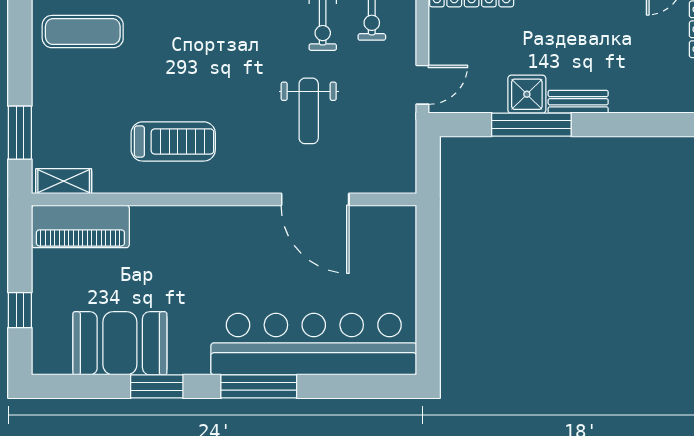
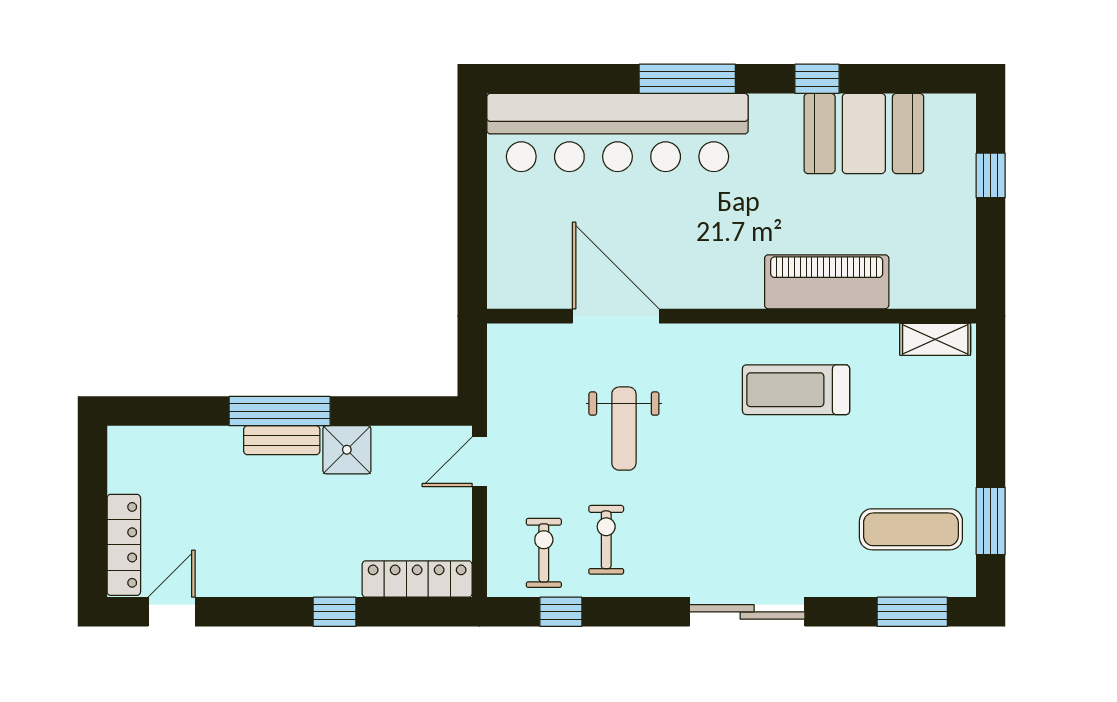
weight bench: (309, 111) -> (624, 429), turned 180
window: (531, 125) -> (280, 411), moved
window: (20, 133) -> (991, 521), moved
piano: (80, 226) -> (827, 282), moved
window: (157, 386) -> (817, 79), width x0.67

